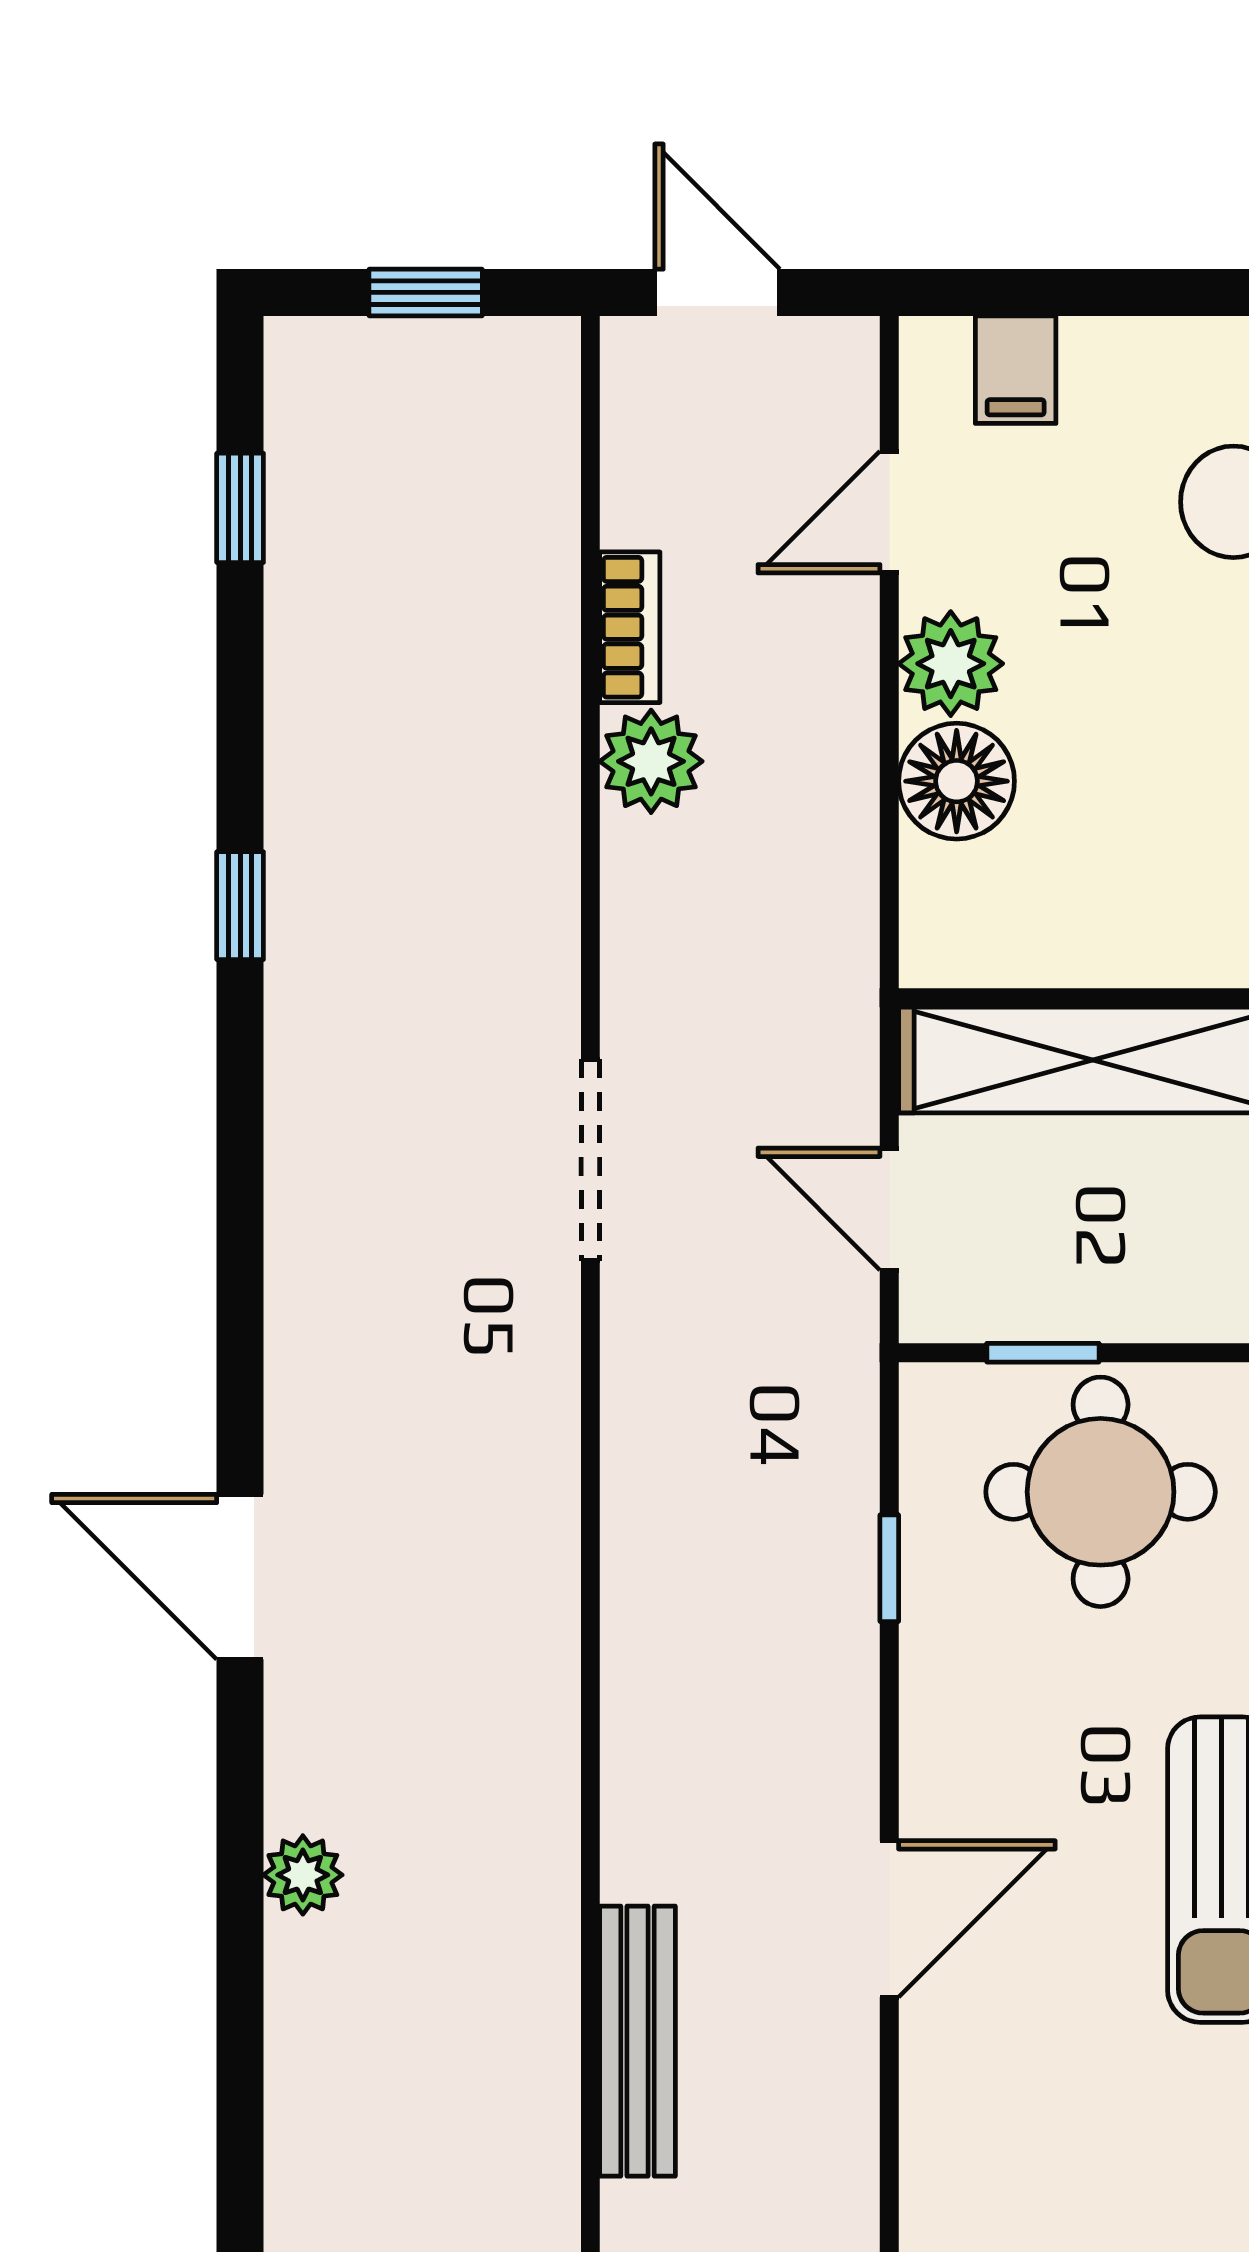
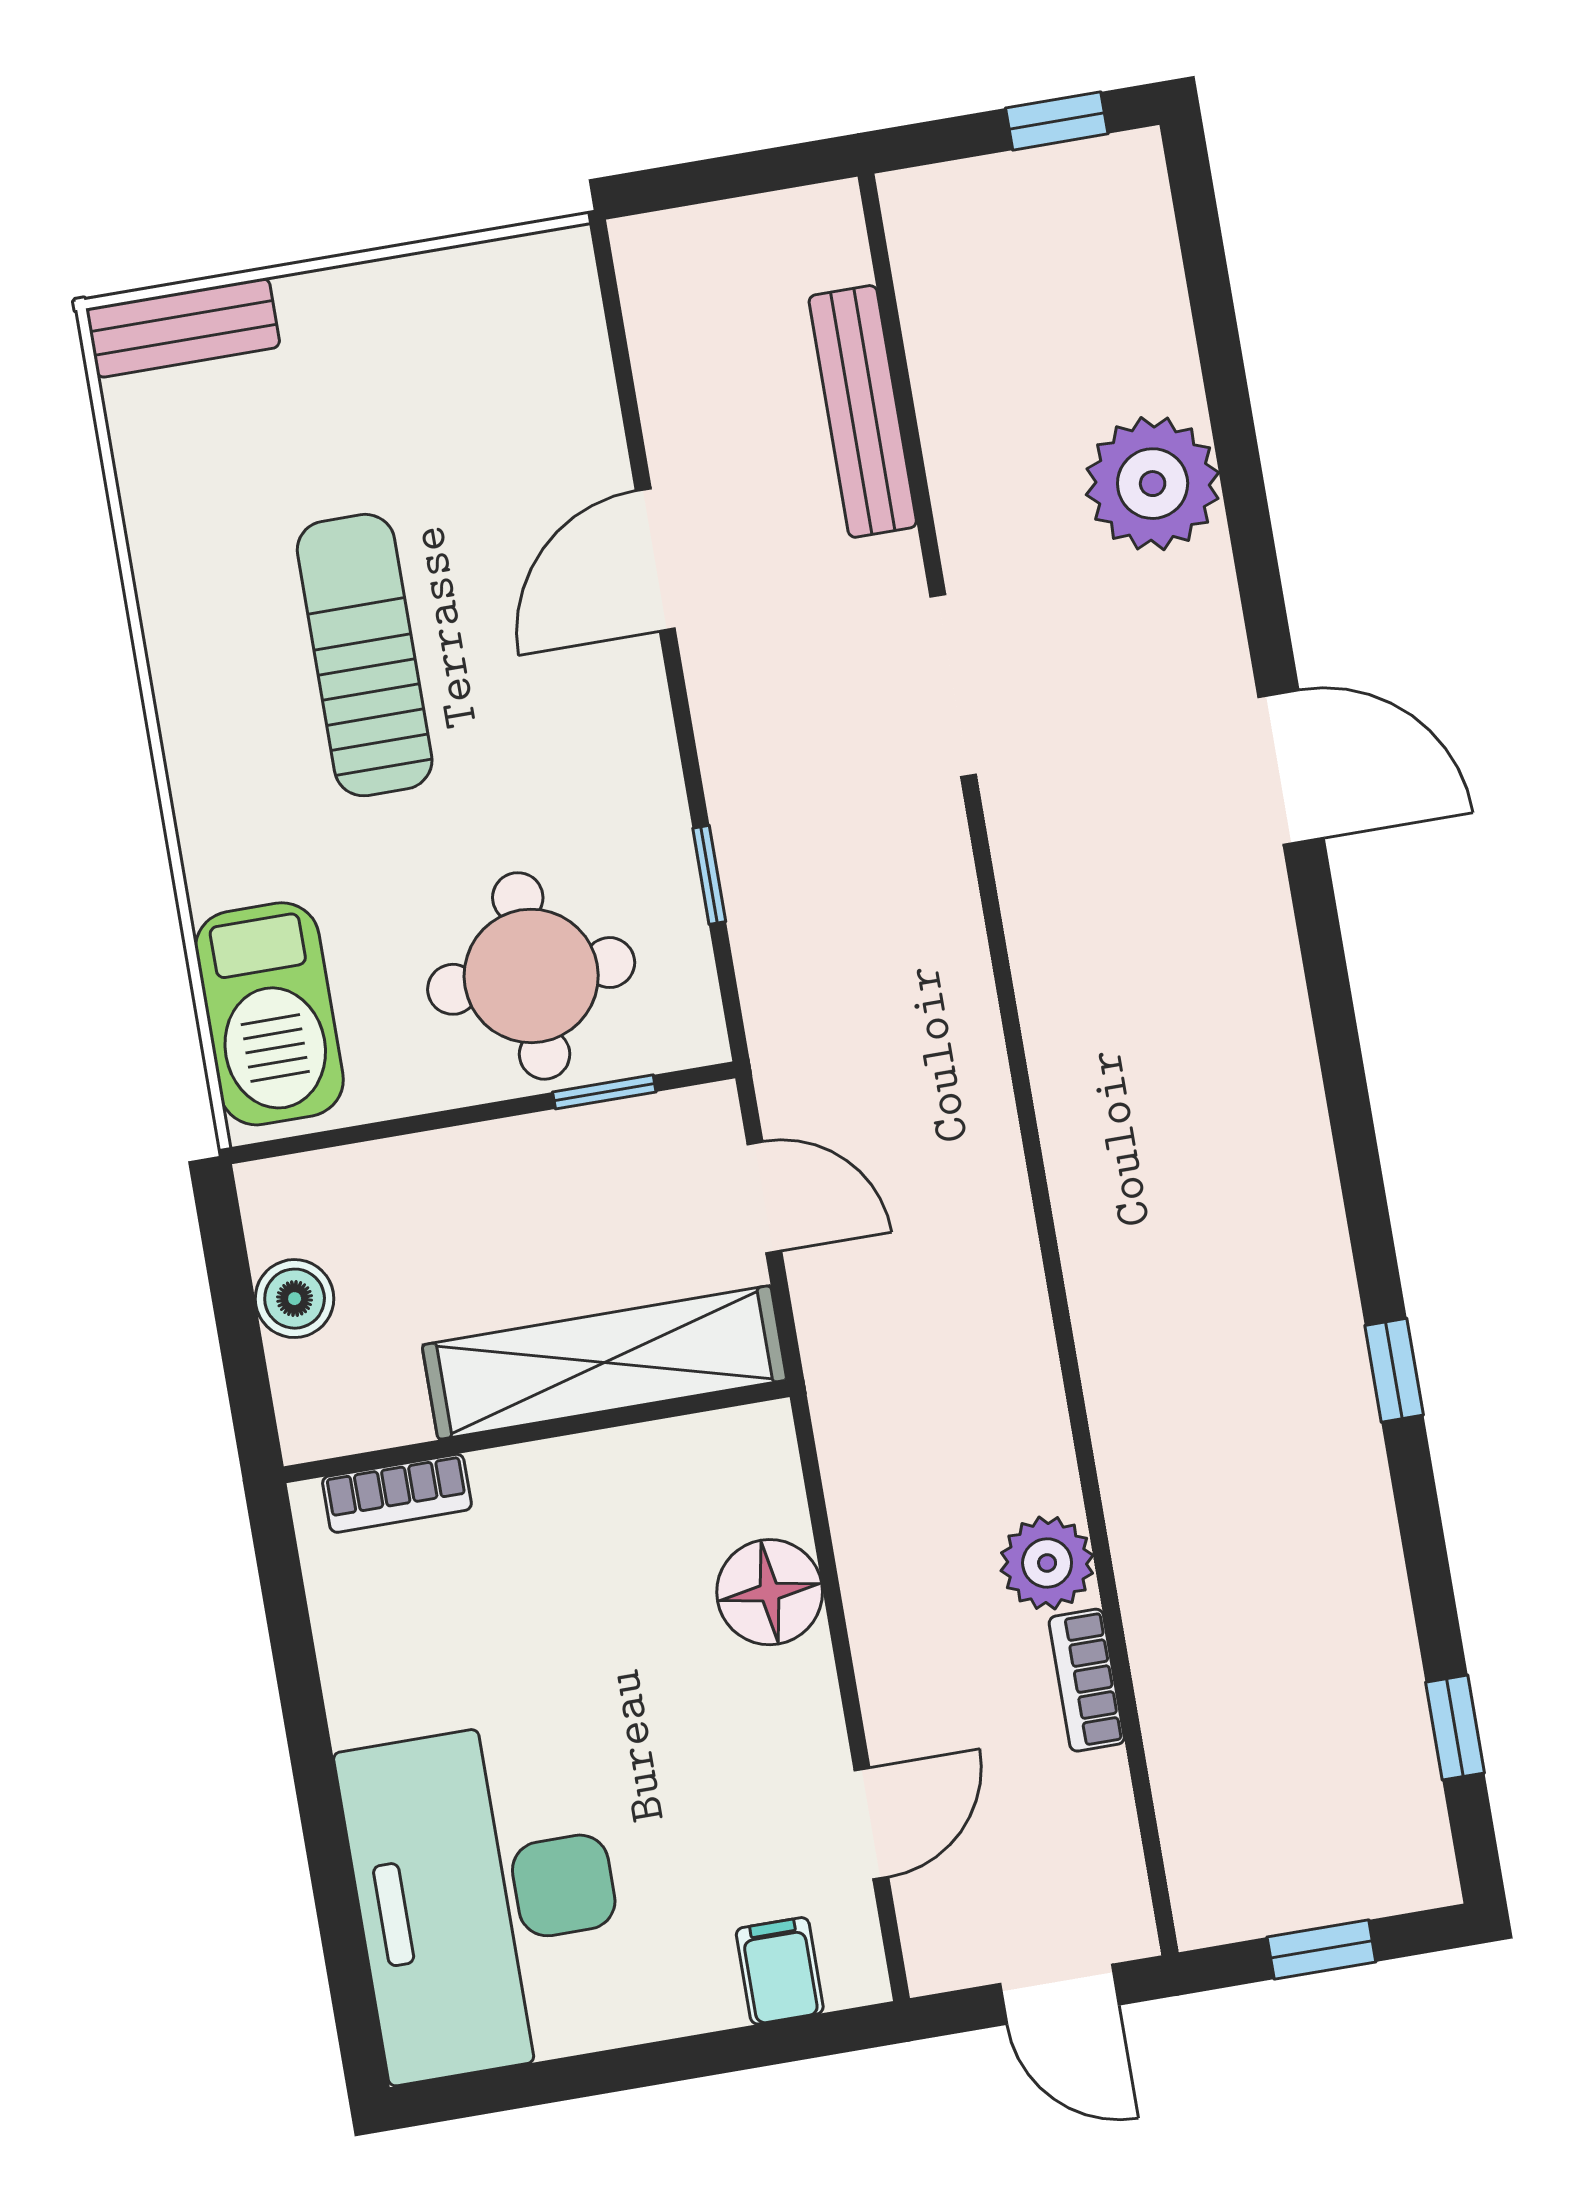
plant: (951, 664) -> (793, 1697), removed
doorway: (590, 1160) -> (953, 685), moved
plant: (303, 1875) -> (1153, 484), width x1.87, depth x1.87

